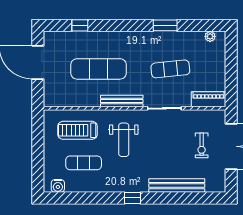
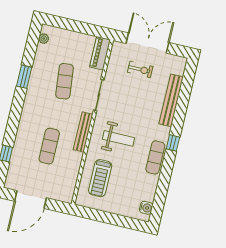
exercise mat: (99, 69) -> (49, 146), width x0.73, depth x0.69
exercise mat: (84, 163) -> (155, 157), moved

